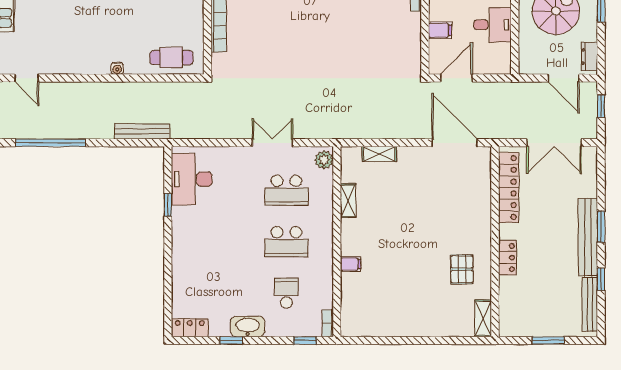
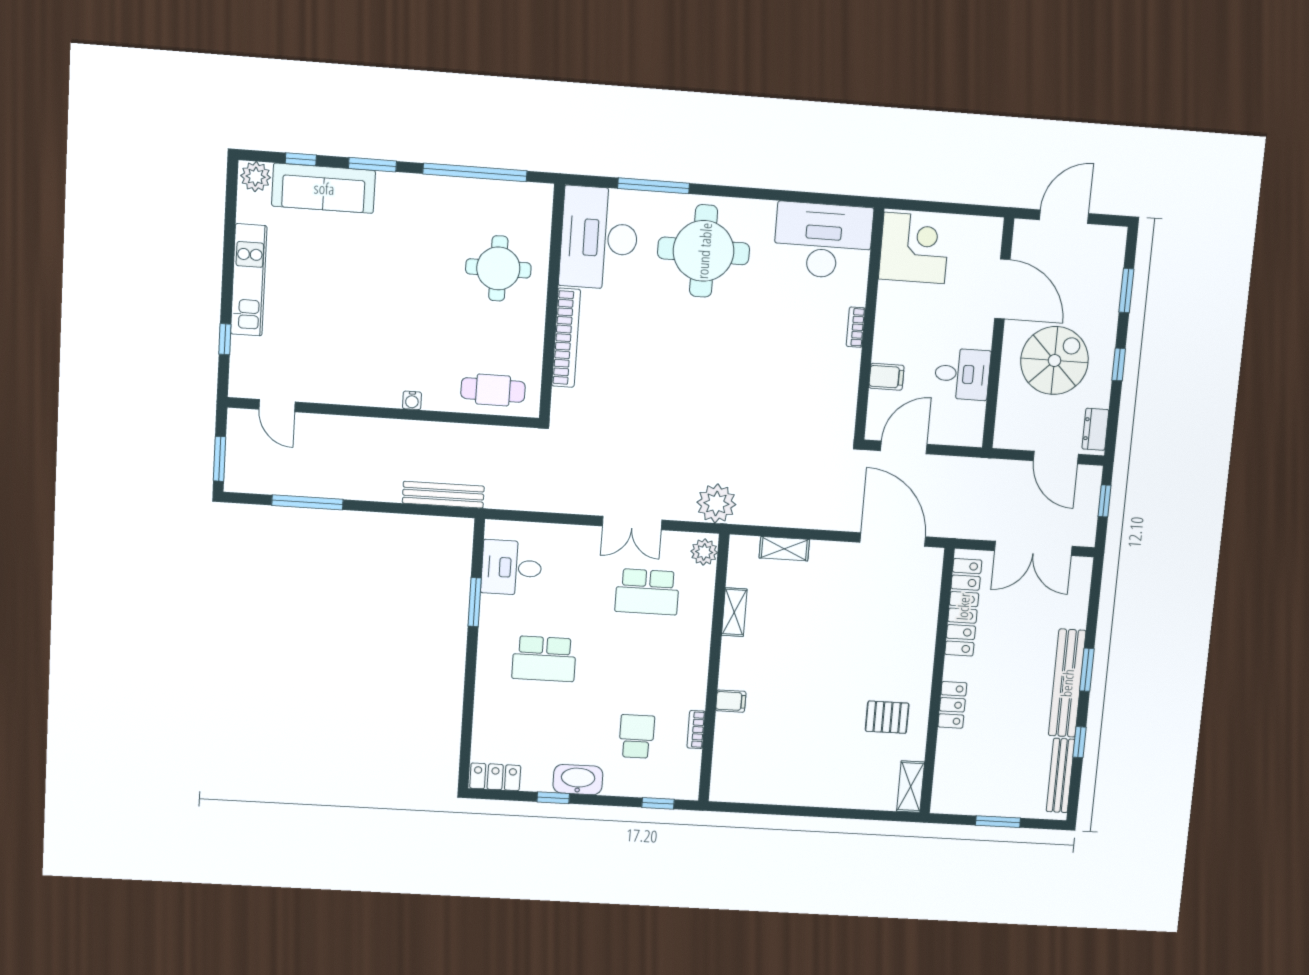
plant: (330, 125) -> (716, 503), added
window: (50, 143) -> (307, 502), width x0.68
double door: (273, 143) -> (632, 523), swing flipped
desk: (192, 179) -> (512, 568), width x0.73
window: (168, 205) -> (475, 602), width x1.50
school desk: (286, 242) -> (544, 659), moved
pallet: (462, 269) -> (887, 717), turned 90
bookcase: (328, 323) -> (696, 730), moved

